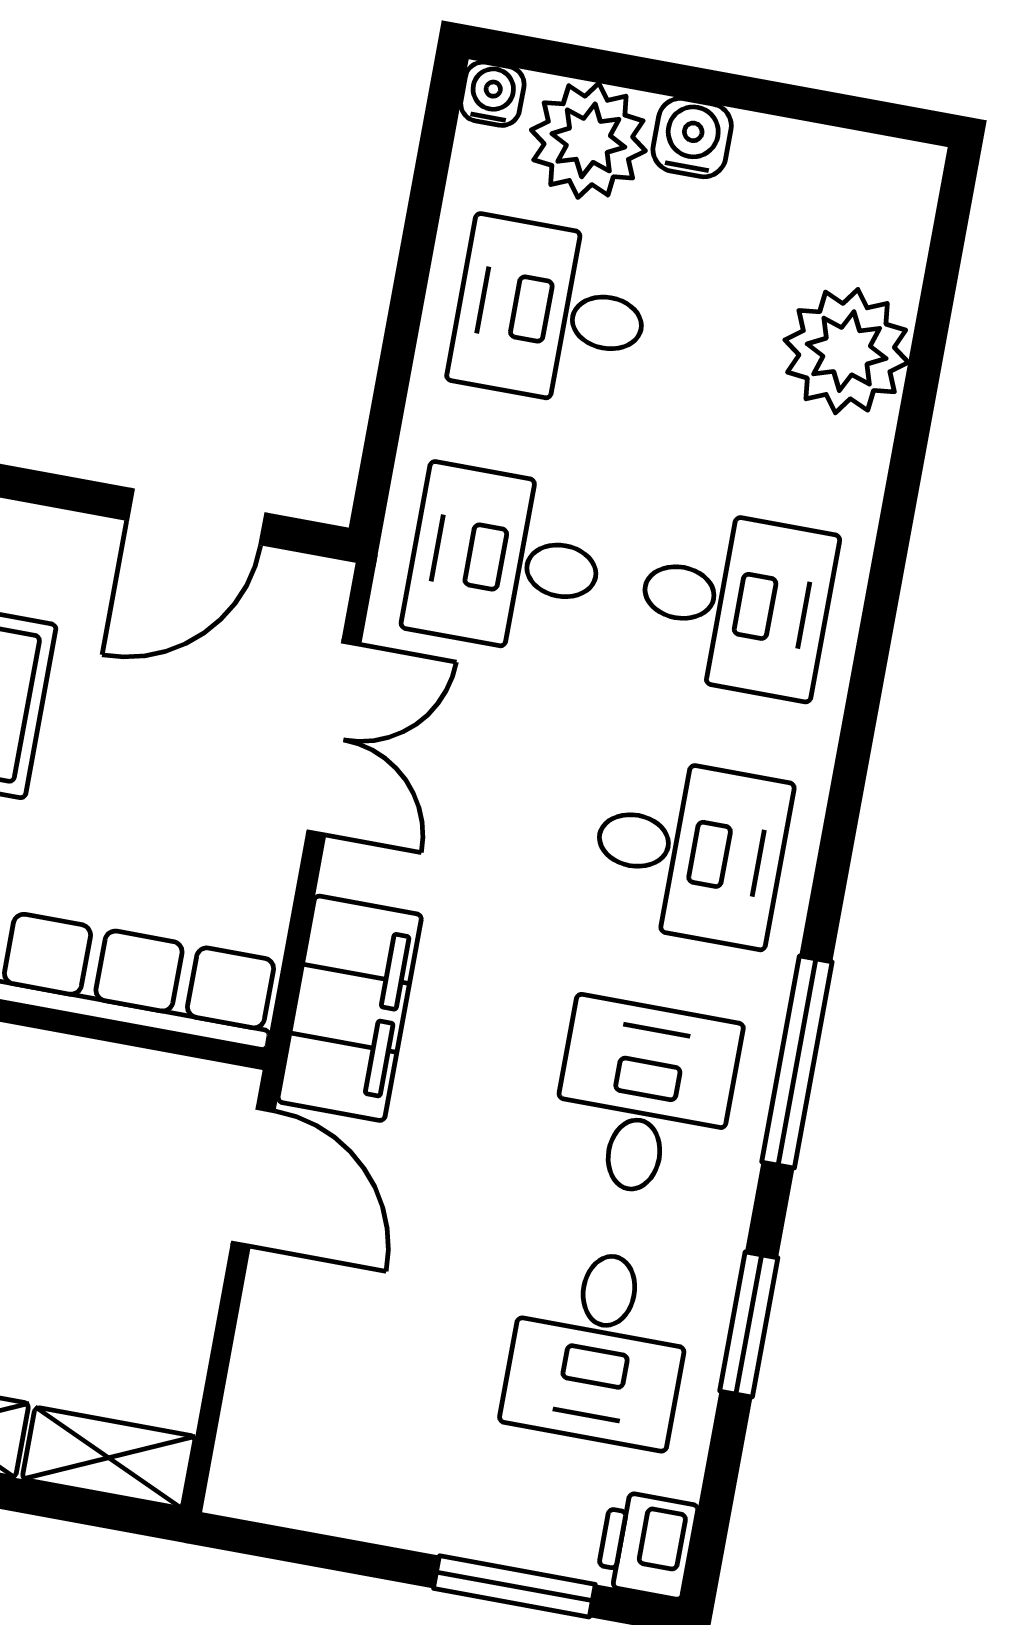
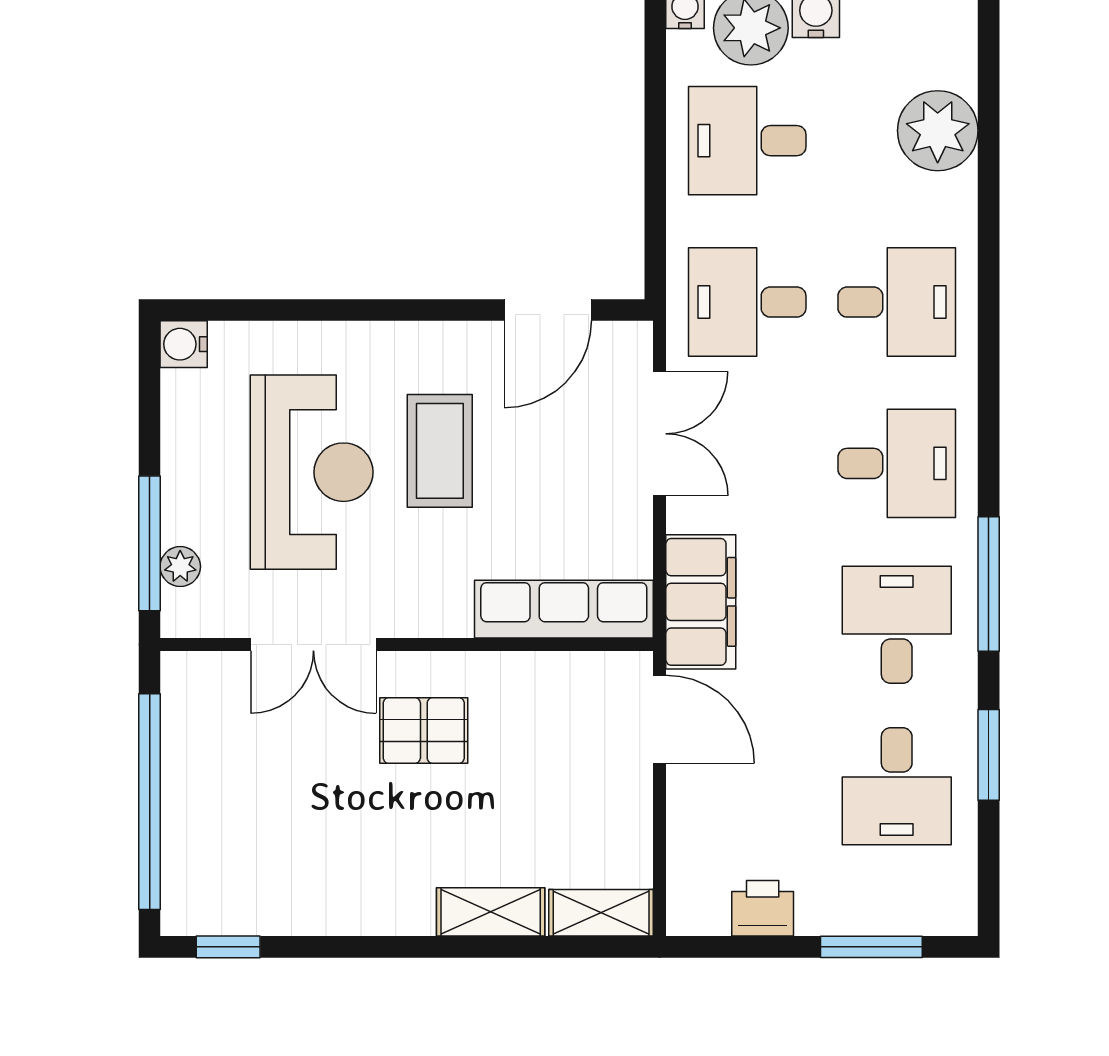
printer: (647, 1545) -> (763, 908), moved, turned 90

